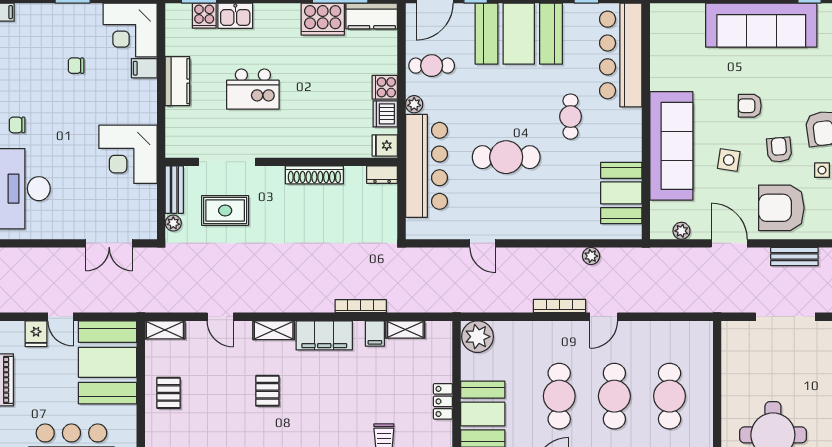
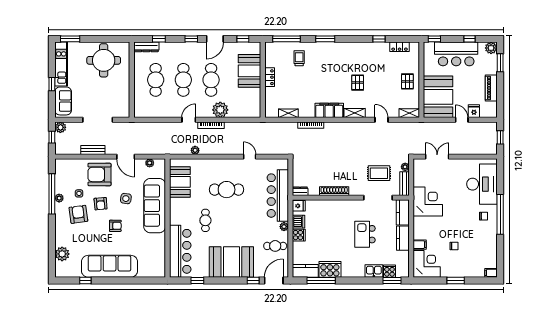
kitchen island: (253, 89) -> (365, 234), turned -90
kitchen counter: (178, 133) -> (403, 212), added
cafe table: (506, 157) -> (227, 190), moved
armchair: (781, 208) -> (99, 174), turned 180
filing cabinet: (375, 333) -> (304, 111), removed
plant: (477, 337) -> (220, 110), moved

